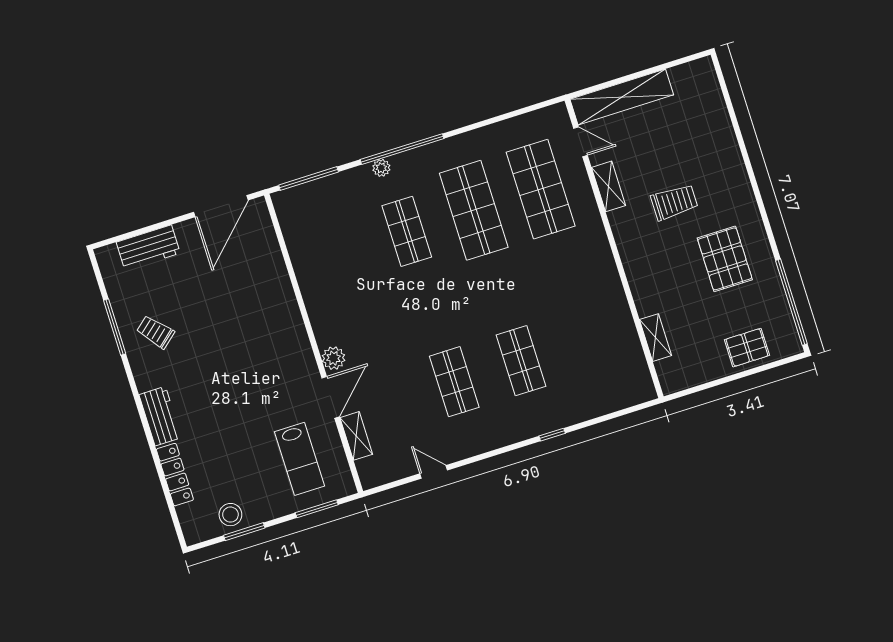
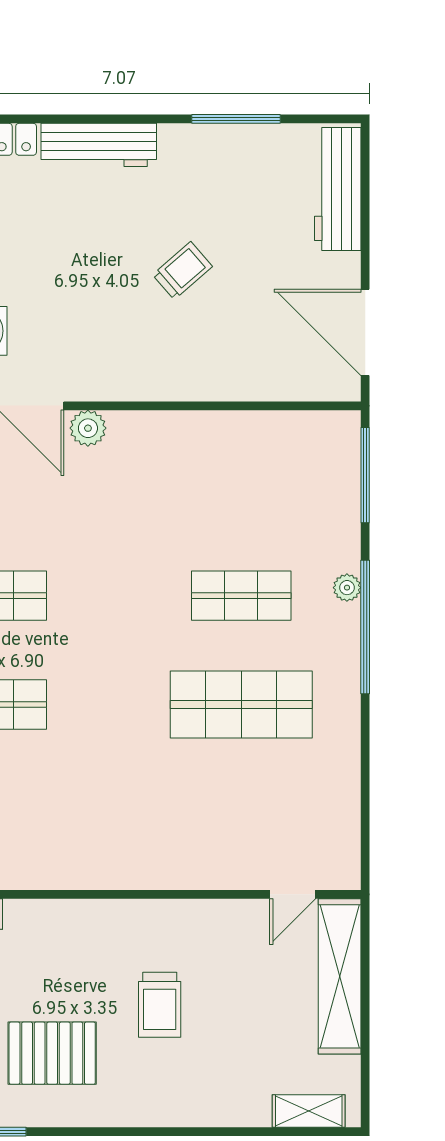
shelving: (609, 186) -> (309, 1111), moved
shop shelf: (541, 189) -> (241, 813), removed
workbench: (148, 248) -> (338, 189), width x1.38
trolley: (155, 332) -> (182, 271), moved
workbench: (160, 416) -> (99, 145), width x1.38

